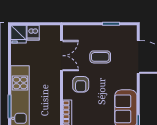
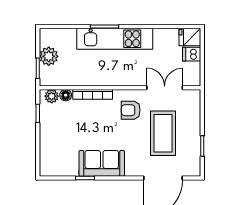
double door: (62, 56) -> (165, 88), swing flipped
coffee table: (100, 57) -> (163, 133), width x1.86, depth x1.72

